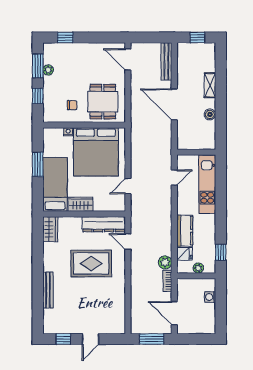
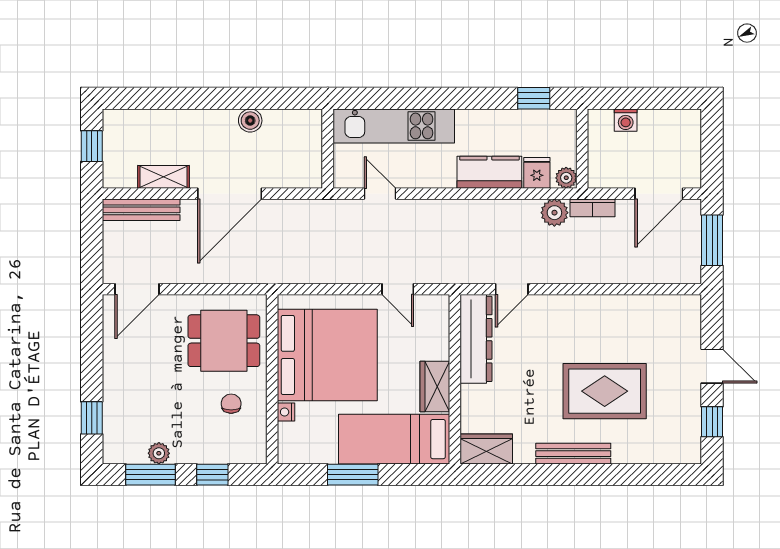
shelving: (210, 85) -> (163, 177), moved
rug: (91, 263) -> (605, 391), moved, turned 90
plant: (198, 268) -> (566, 178), moved
bench: (48, 290) -> (573, 454), moved

